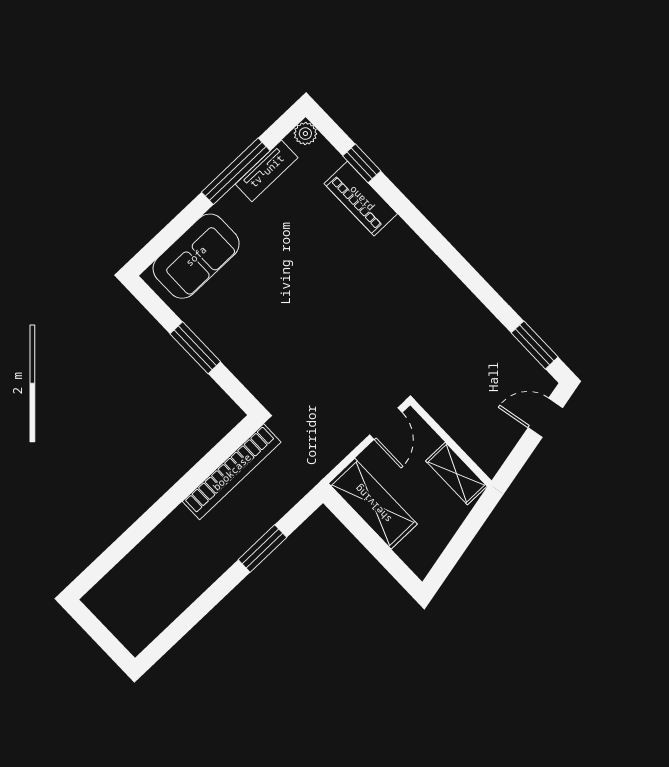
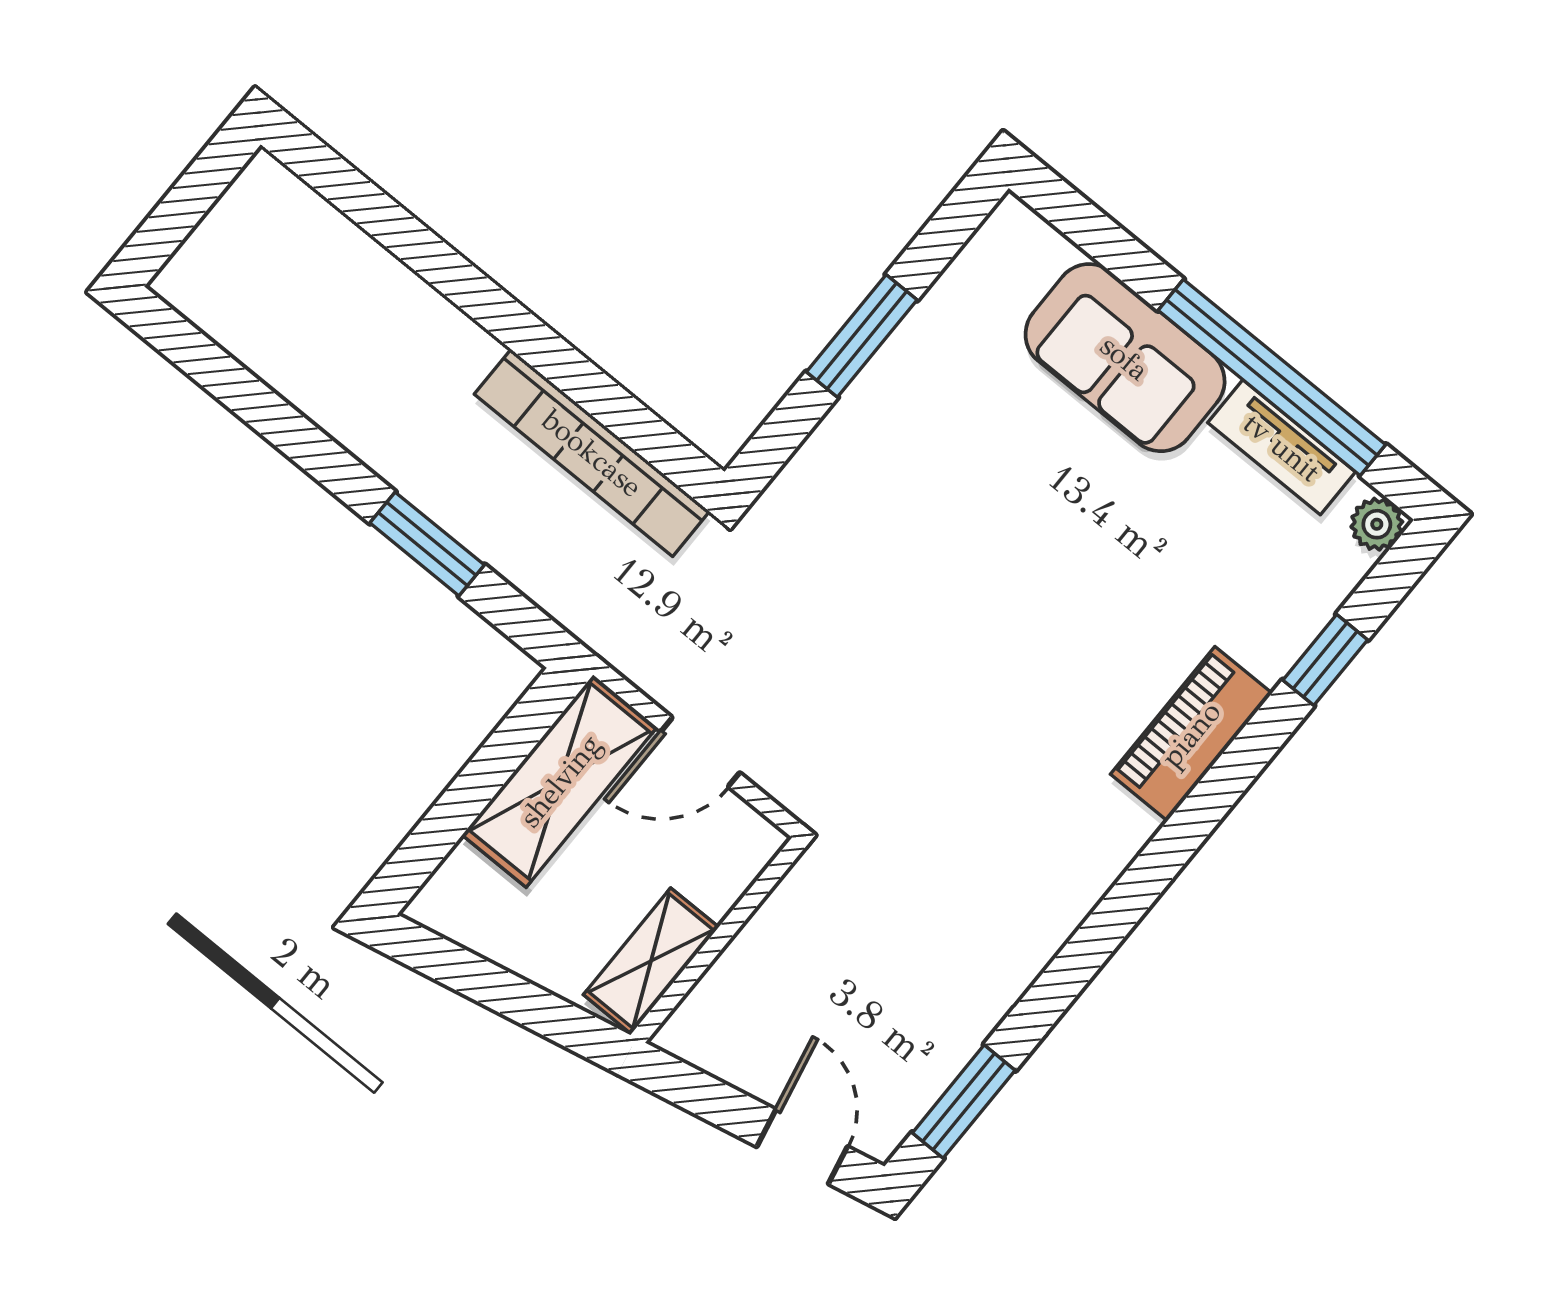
window: (236, 171) -> (1272, 377), width x1.46
piano: (361, 199) -> (1191, 734), moved
sofa: (196, 256) -> (1125, 358), moved
door: (386, 424) -> (700, 752), moved

